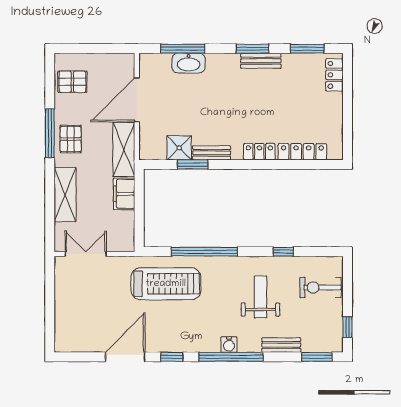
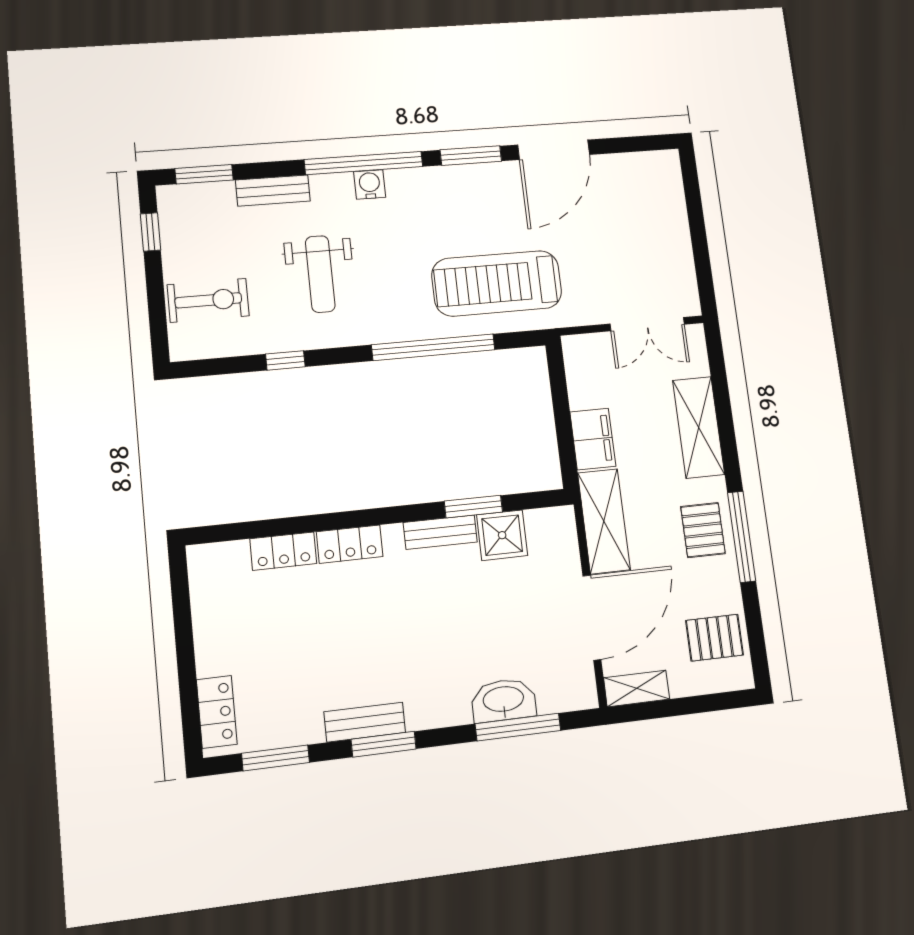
shelving: (118, 61) -> (637, 688), added
locker: (302, 152) -> (283, 551), width x0.66
window: (172, 357) -> (471, 156), width x1.50

